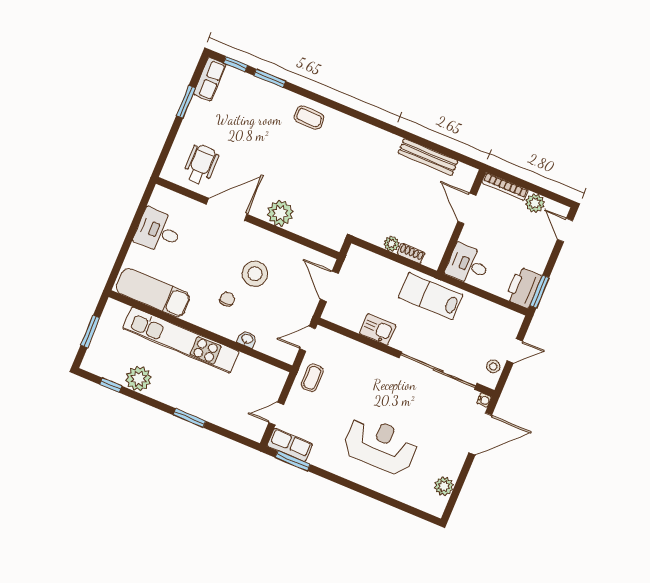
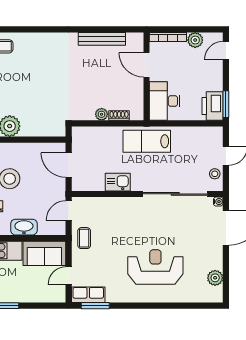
door: (565, 230) -> (226, 51), hinge flipped
desk: (468, 265) -> (165, 101), width x1.37
washbasin: (247, 339) -> (24, 227), width x1.91, depth x1.45
sofa: (259, 376) -> (44, 253), added

